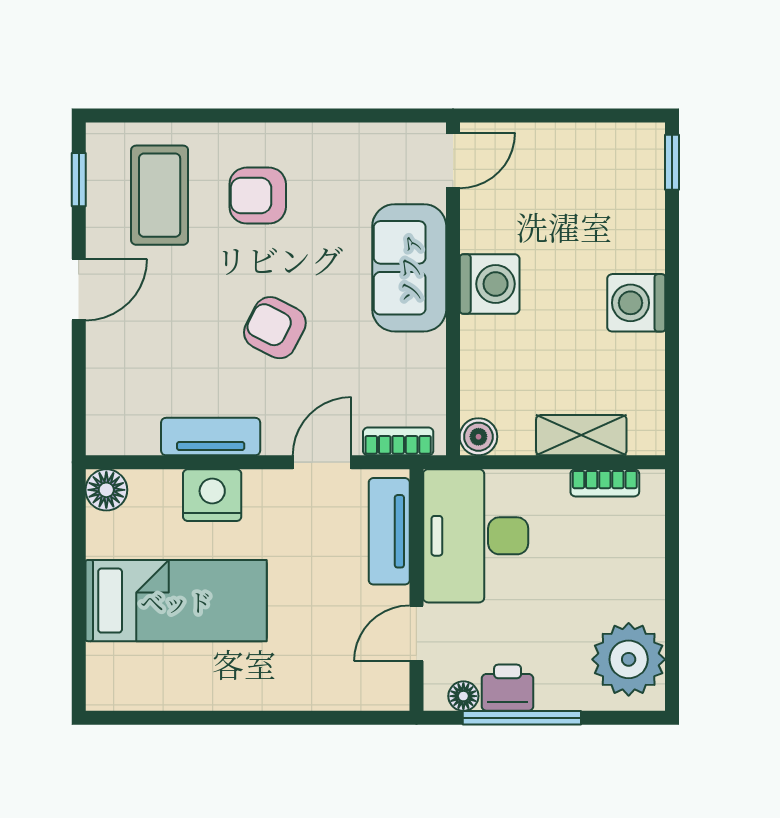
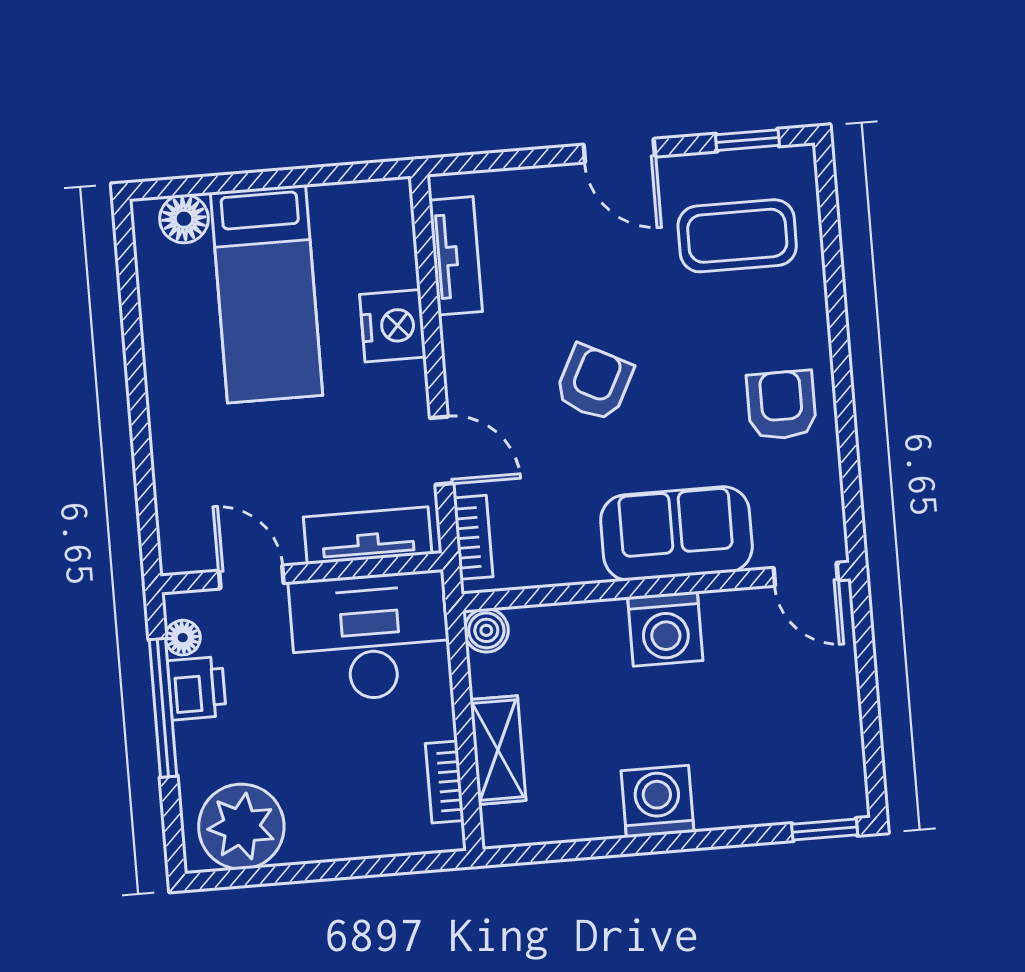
armchair: (258, 196) -> (781, 405), moved
tv unit: (211, 437) -> (456, 256), moved
floor lamp: (106, 490) -> (184, 219), moved

